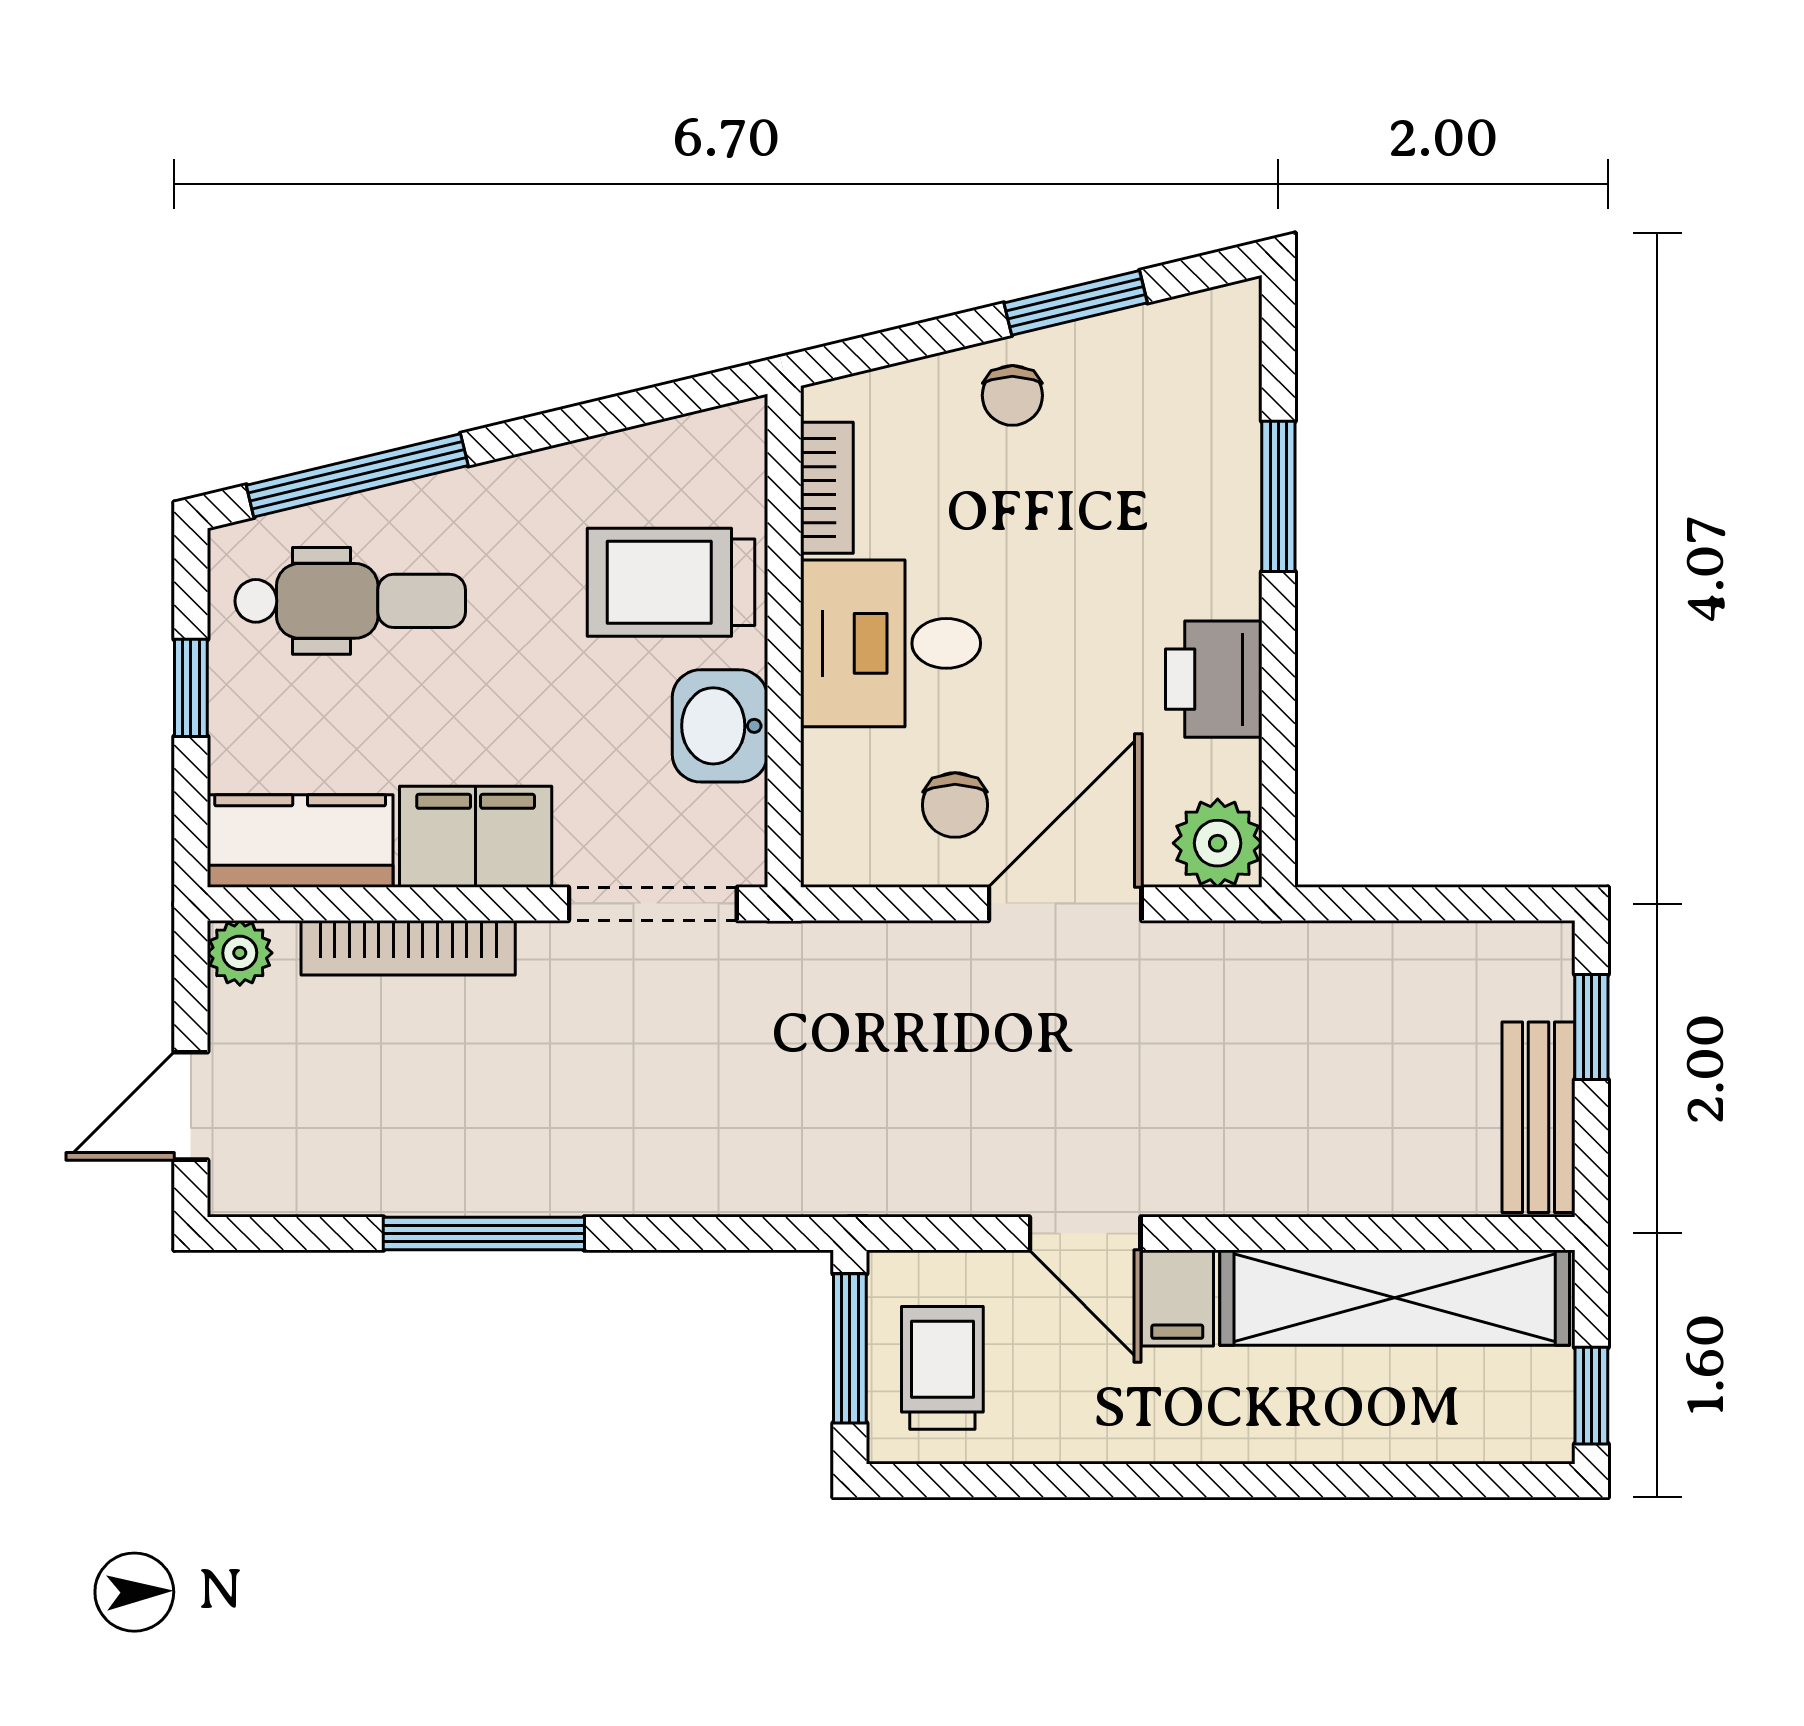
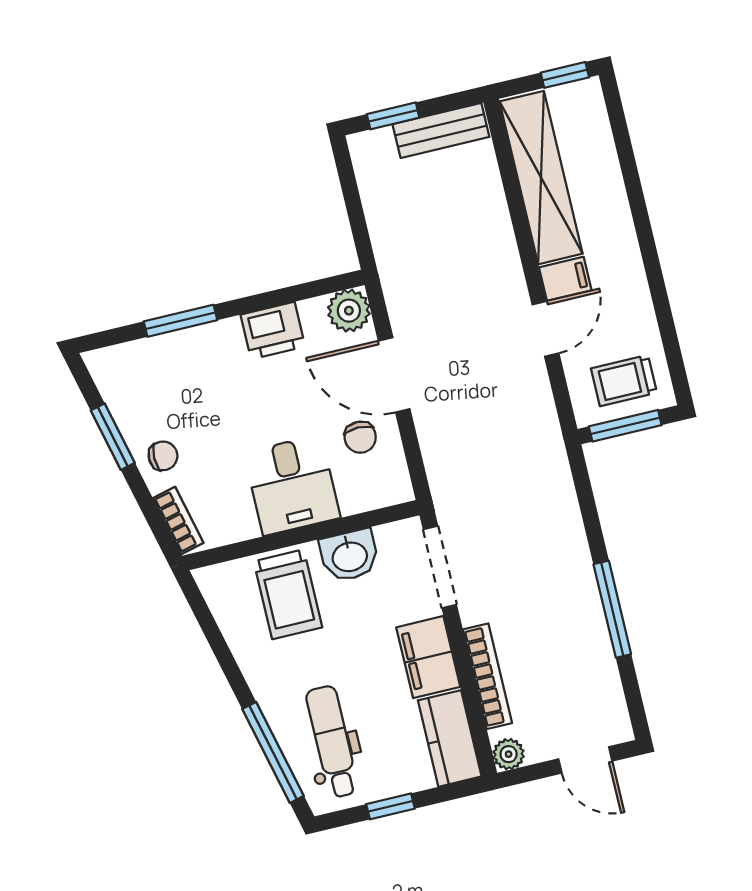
bookcase: (827, 488) -> (178, 520), moved, turned 76
chair: (955, 805) -> (360, 437), turned 90

